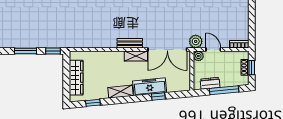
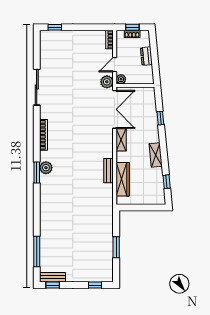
bench: (130, 43) -> (109, 171), moved
window: (53, 51) -> (116, 221), removed
wardrobe: (76, 78) -> (123, 179), moved, turned 90
dresser: (210, 83) -> (146, 56), moved
freezer: (150, 87) -> (151, 127), removed
window: (224, 90) -> (154, 54), removed

